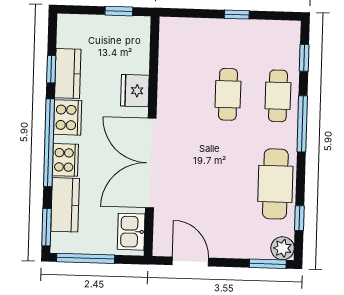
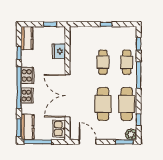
kitchen counter: (68, 74) -> (27, 38), moved
fridge: (135, 91) -> (59, 51), moved
cafe table: (225, 182) -> (103, 104), added
kitchen counter: (65, 205) -> (27, 127), moved

